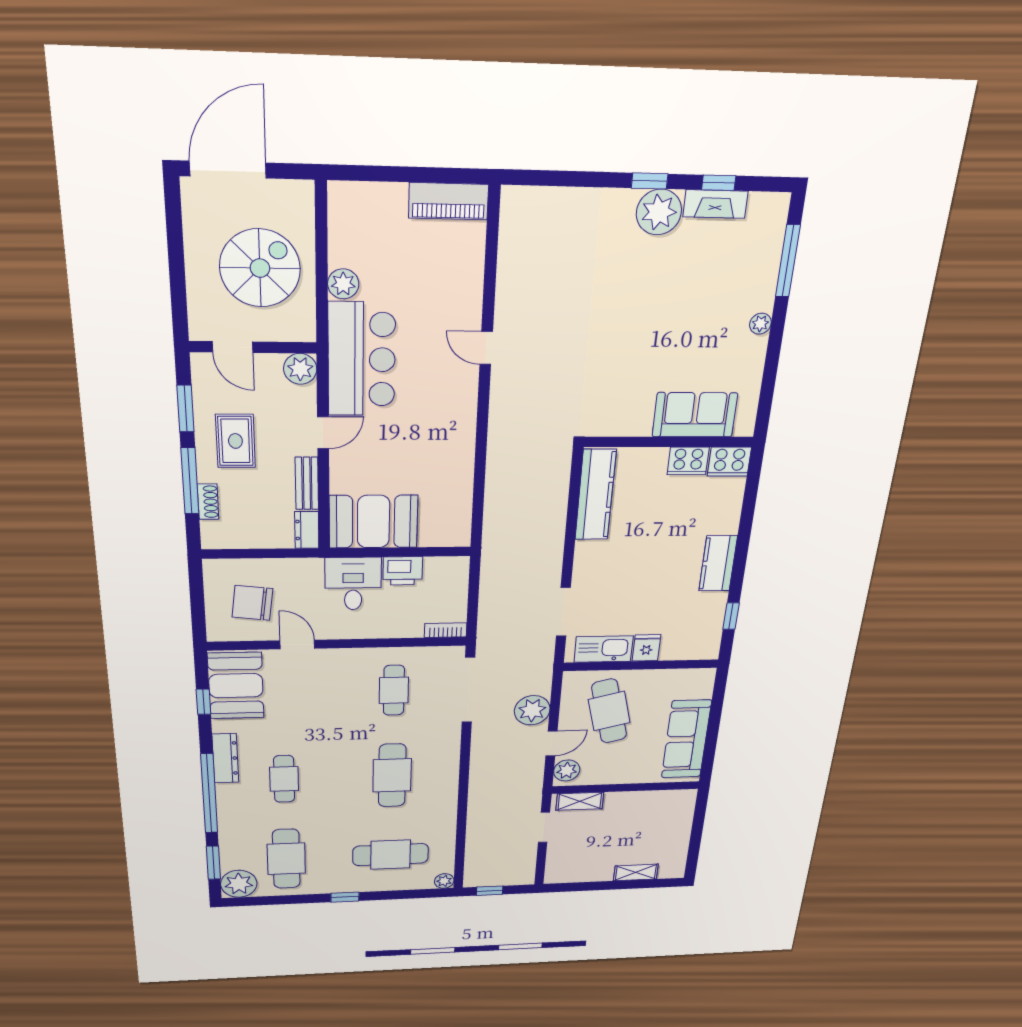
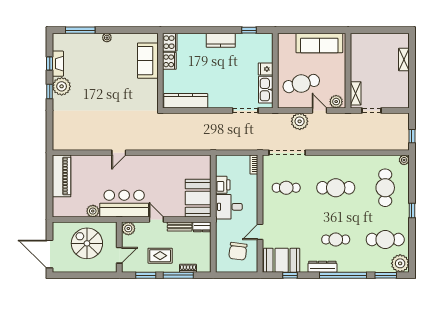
piano: (449, 201) -> (62, 176), width x1.37, depth x1.33

